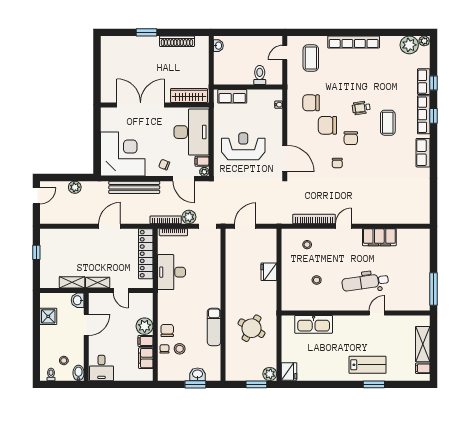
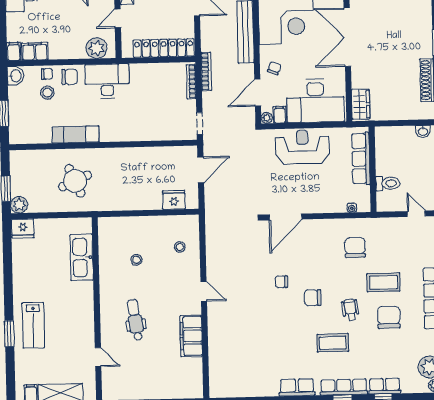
coffee table: (311, 58) -> (383, 282), moved
wardrobe: (189, 95) -> (361, 104), width x0.67
row of seats: (232, 96) -> (361, 159), width x1.48
double door: (141, 105) -> (347, 37), swing flipped
chair: (327, 125) -> (389, 317), moved
reception desk: (243, 146) -> (302, 147), moved, turned -90
plant: (189, 217) -> (210, 100), removed
bookcase: (314, 219) -> (212, 255), removed
door: (245, 226) -> (201, 170), hinge flipped
desk: (171, 272) -> (107, 81), moved
fridge: (269, 272) -> (174, 200), moved
dental chair: (365, 282) -> (135, 320), width x0.73, depth x0.72
door: (377, 313) -> (98, 357), moved
plant: (145, 326) -> (96, 48), moved
round table: (252, 328) -> (75, 181), turned 36
filing cabinet: (145, 341) -> (14, 51), moved
washbasin: (198, 374) -> (15, 76), moved

